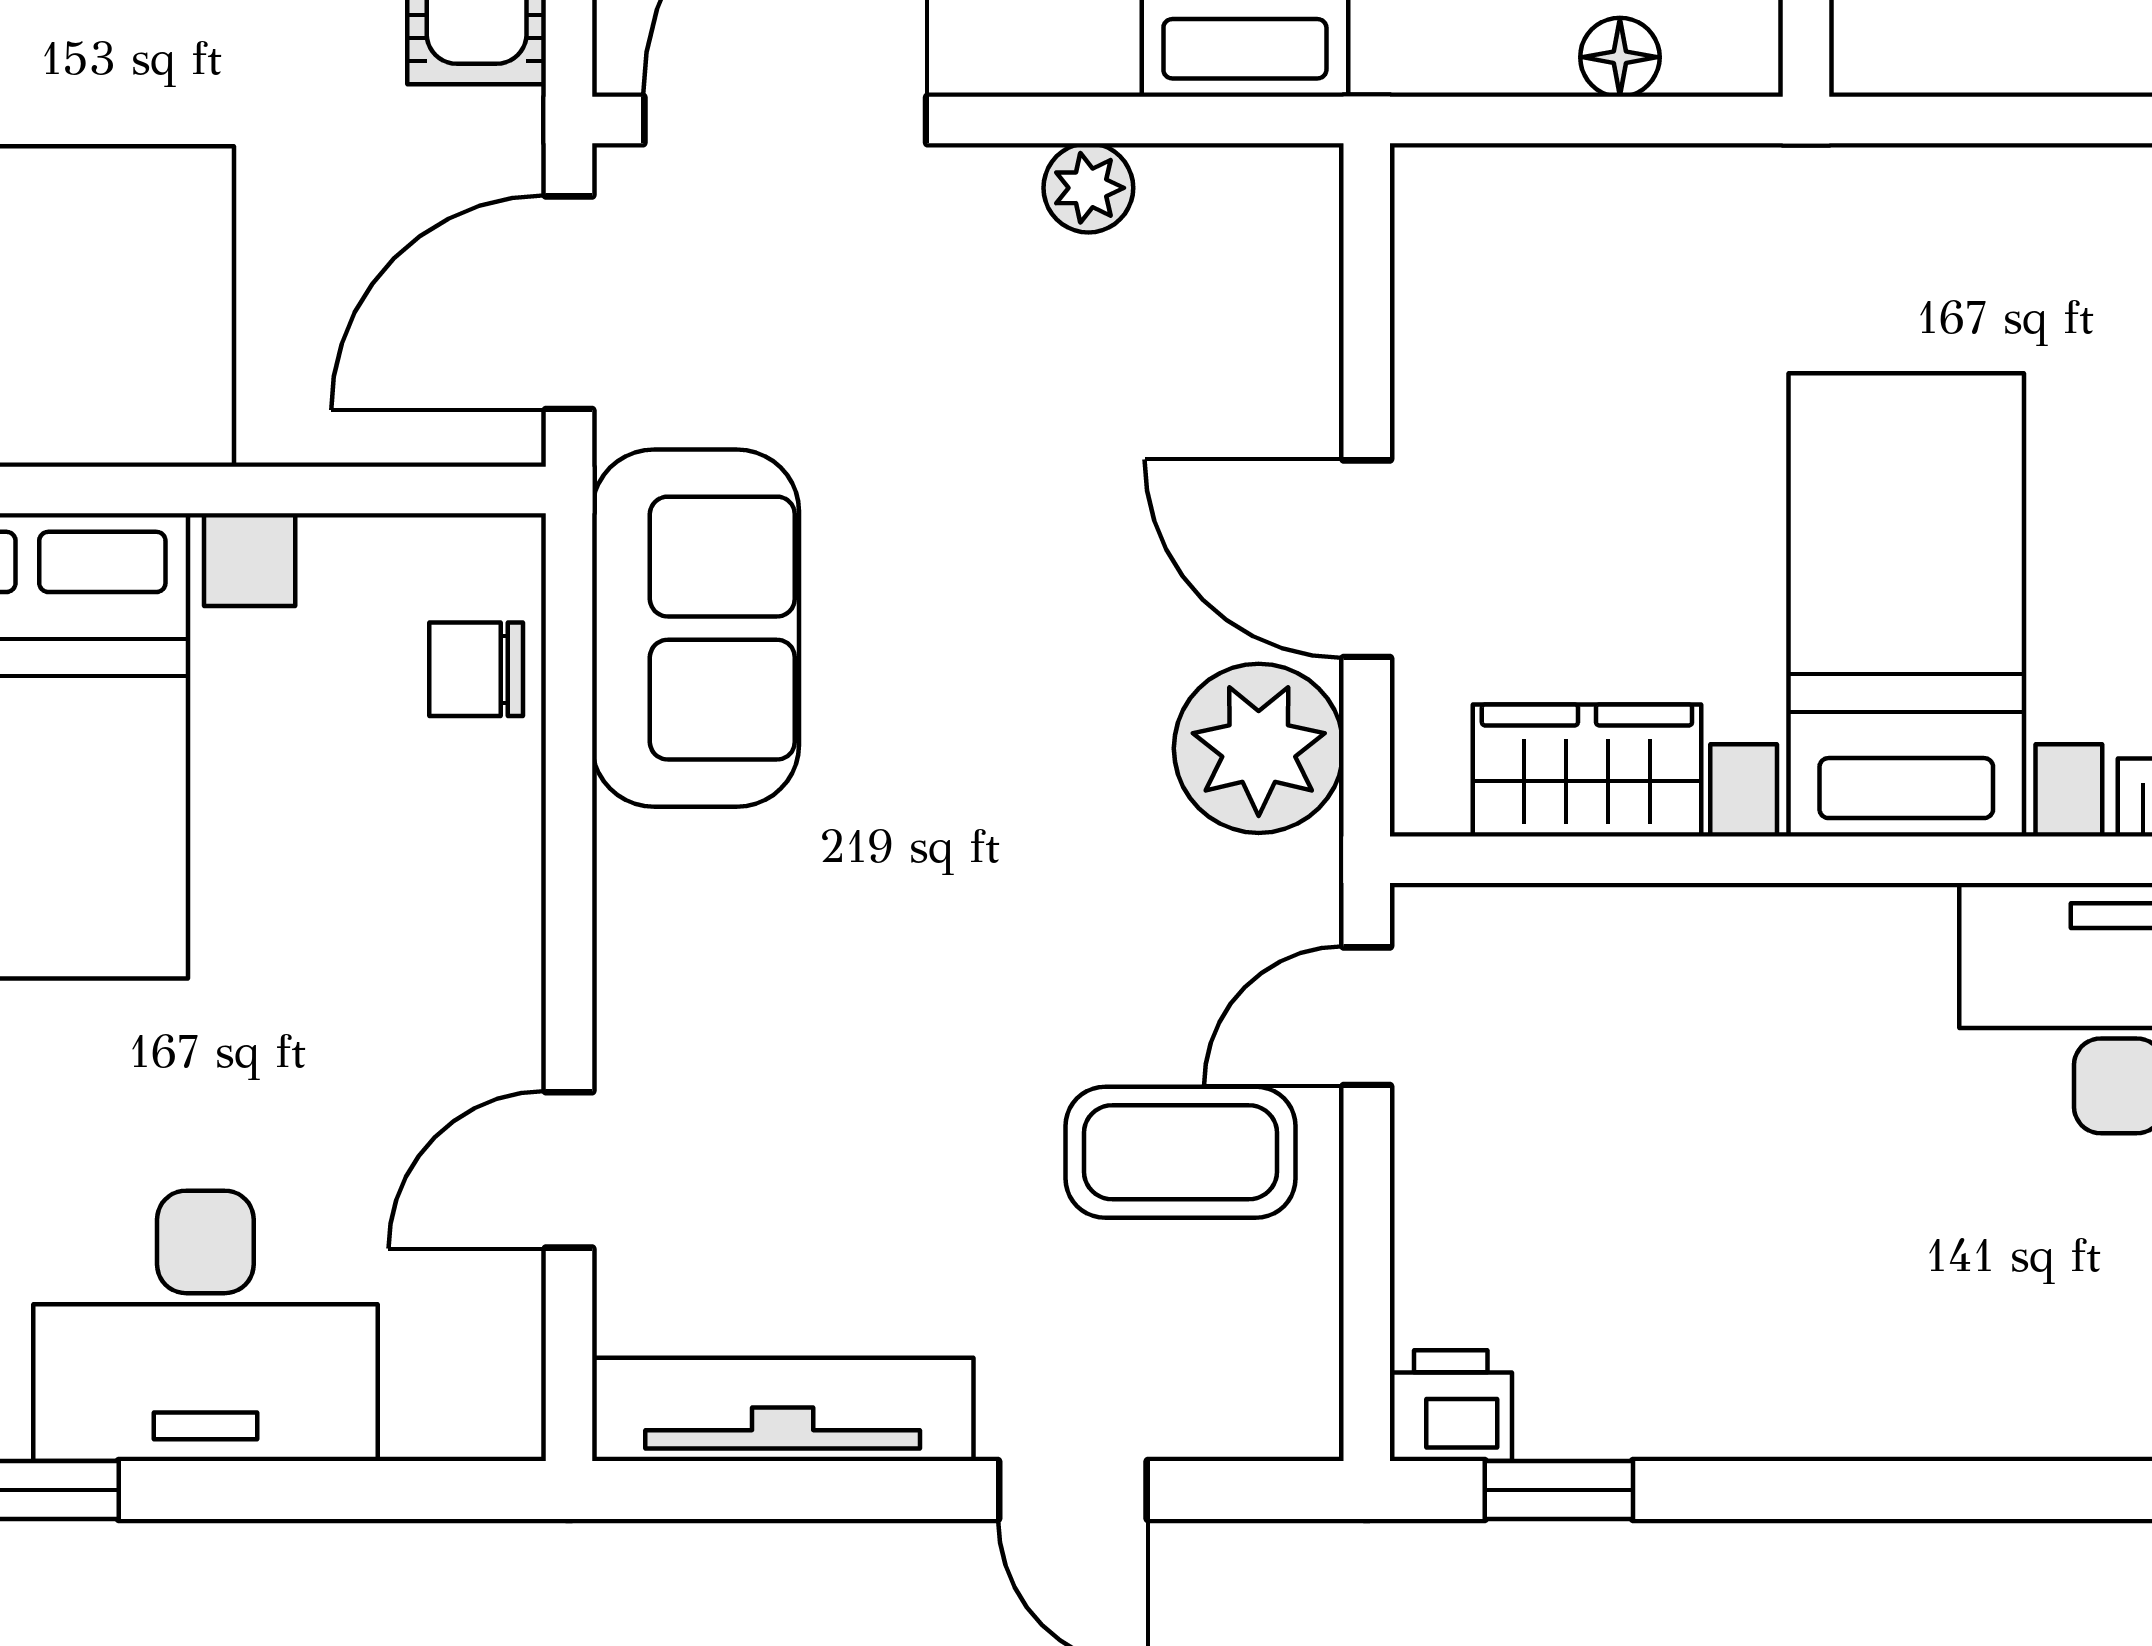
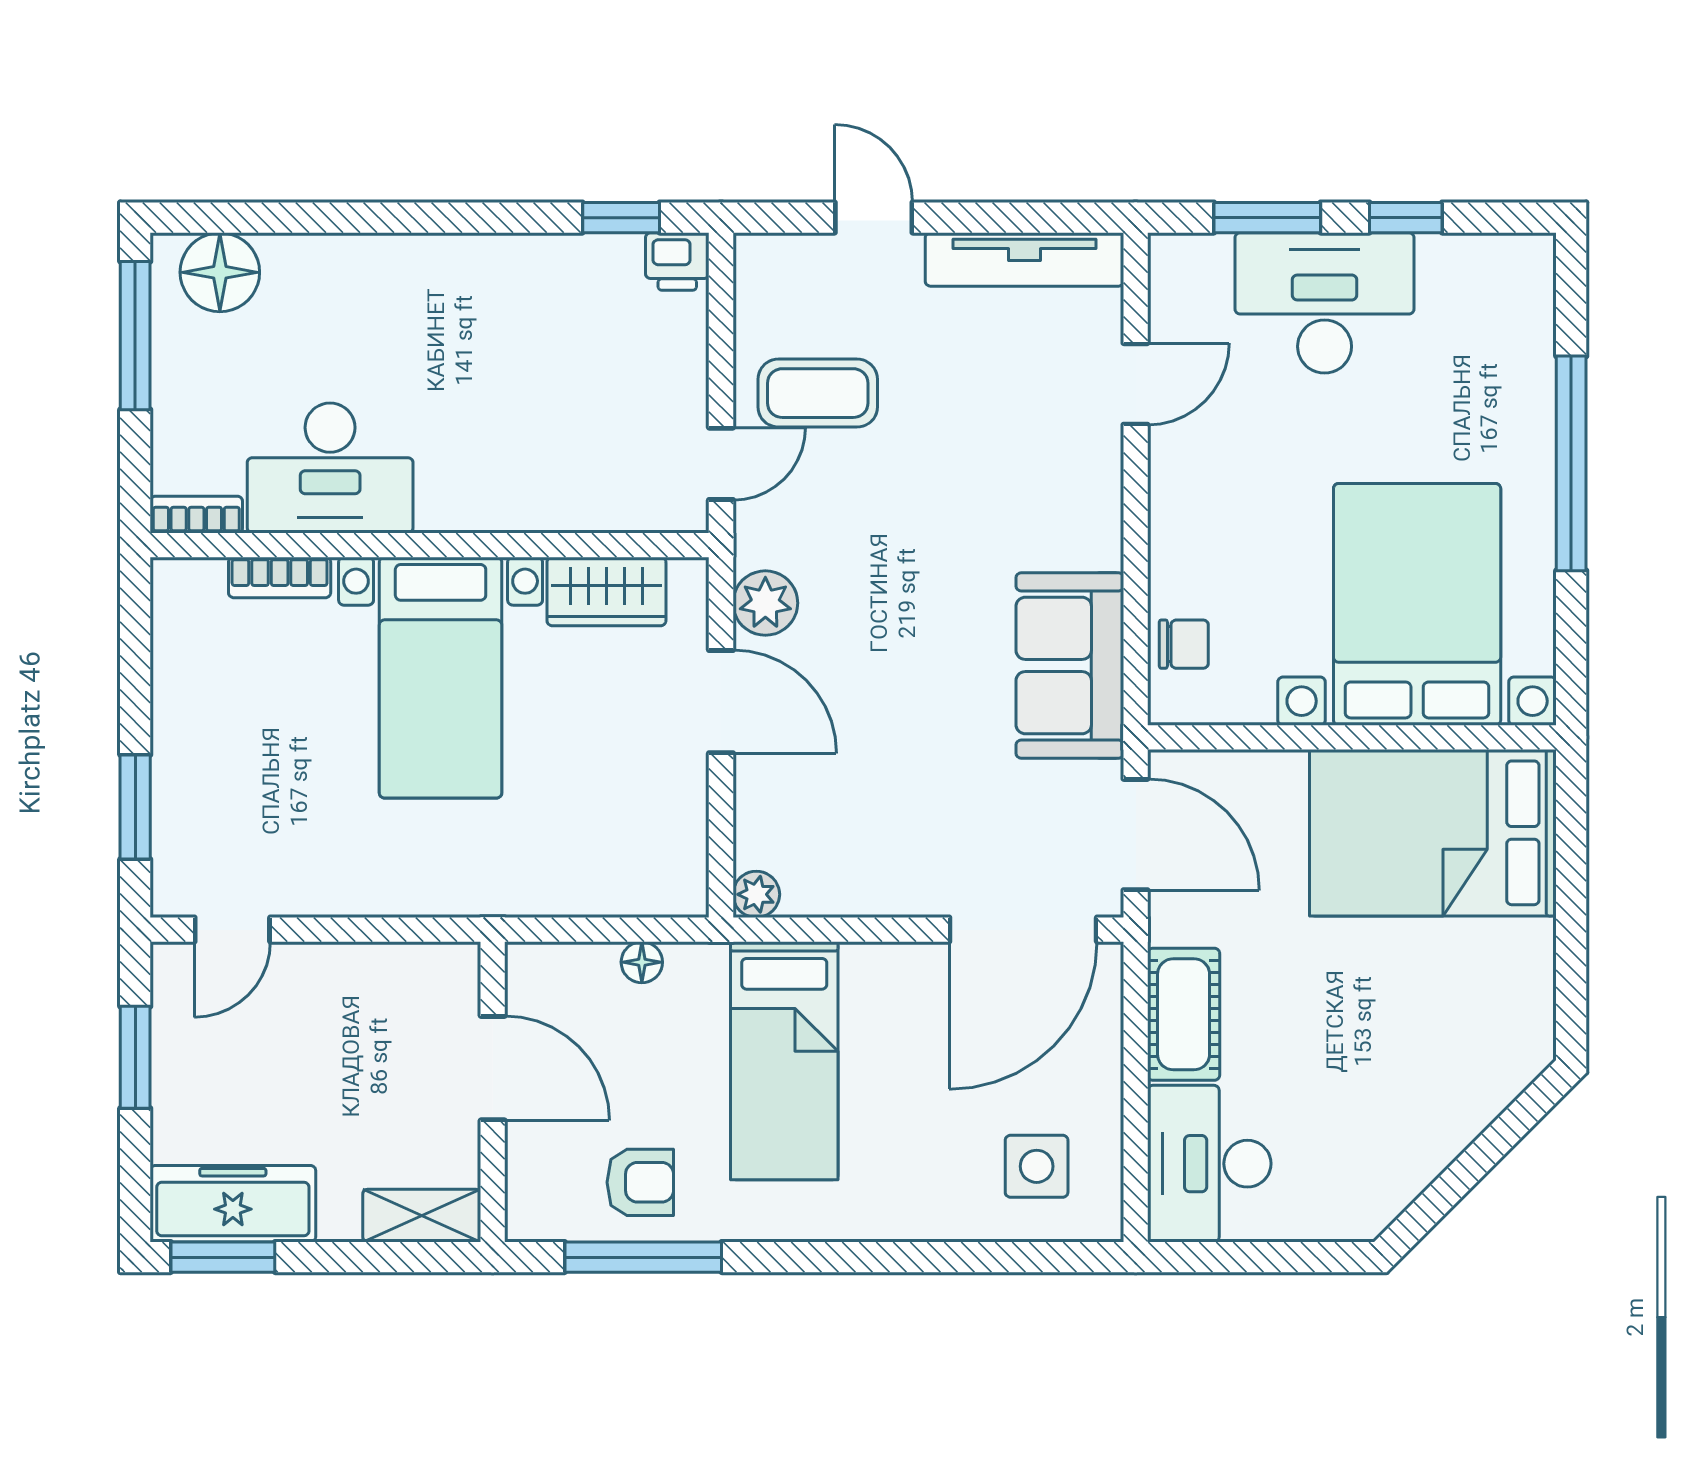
floor lamp: (1620, 57) -> (642, 962), moved
plant: (1088, 188) -> (756, 894), moved
door: (569, 303) -> (1136, 835), hinge flipped
plant: (1259, 748) -> (765, 603), width x0.73, depth x0.73
window: (316, 1490) -> (1267, 218), added

